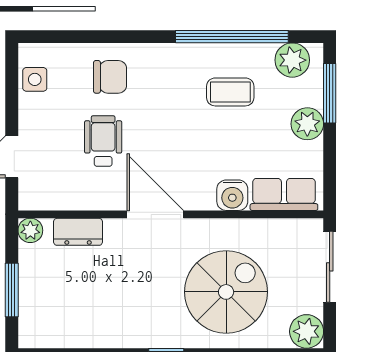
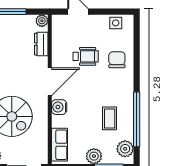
chair: (110, 77) -> (117, 60), turned 180
water cooler: (232, 195) -> (59, 107), moved

